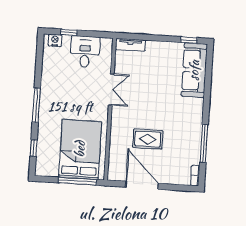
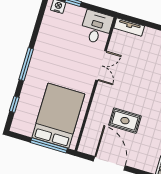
desk: (85, 52) -> (96, 27), moved

